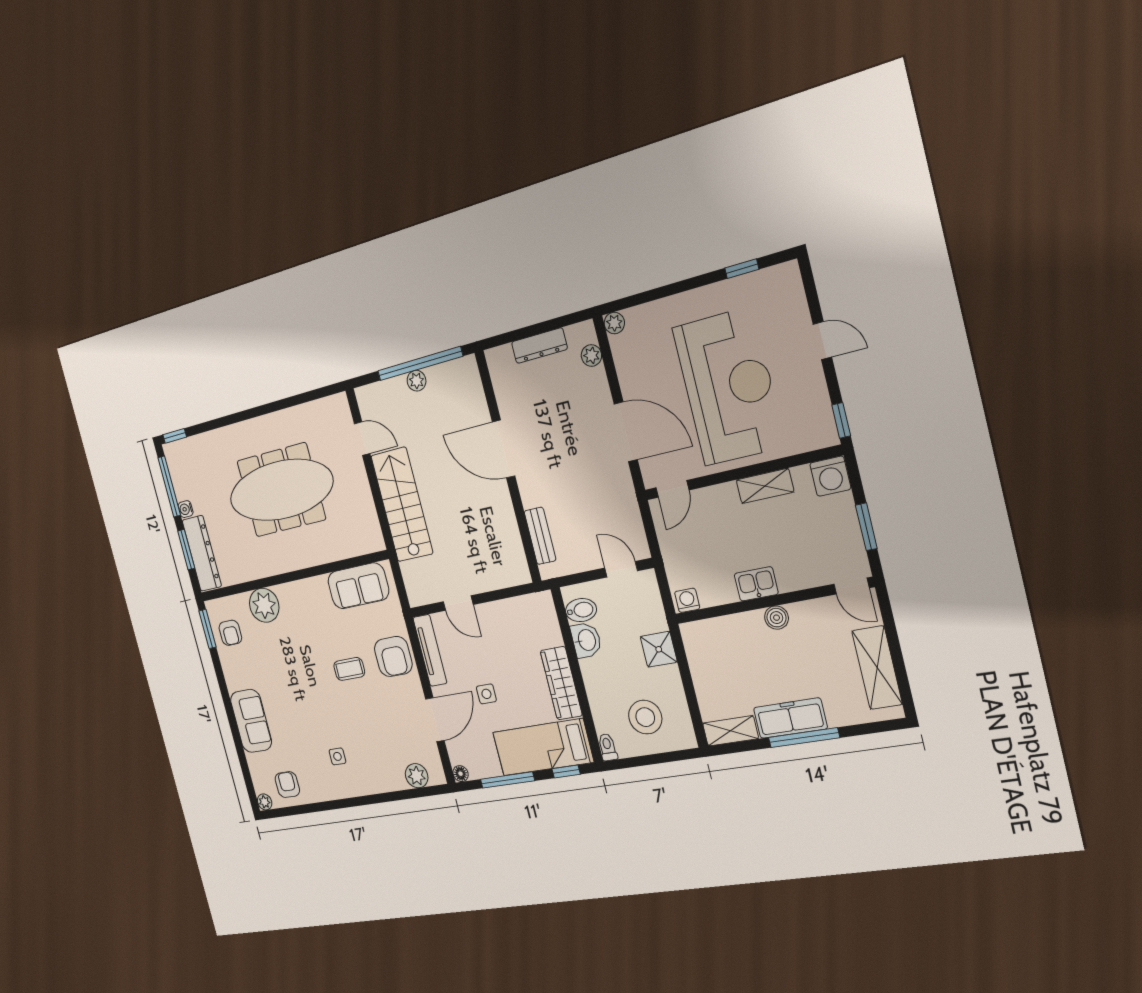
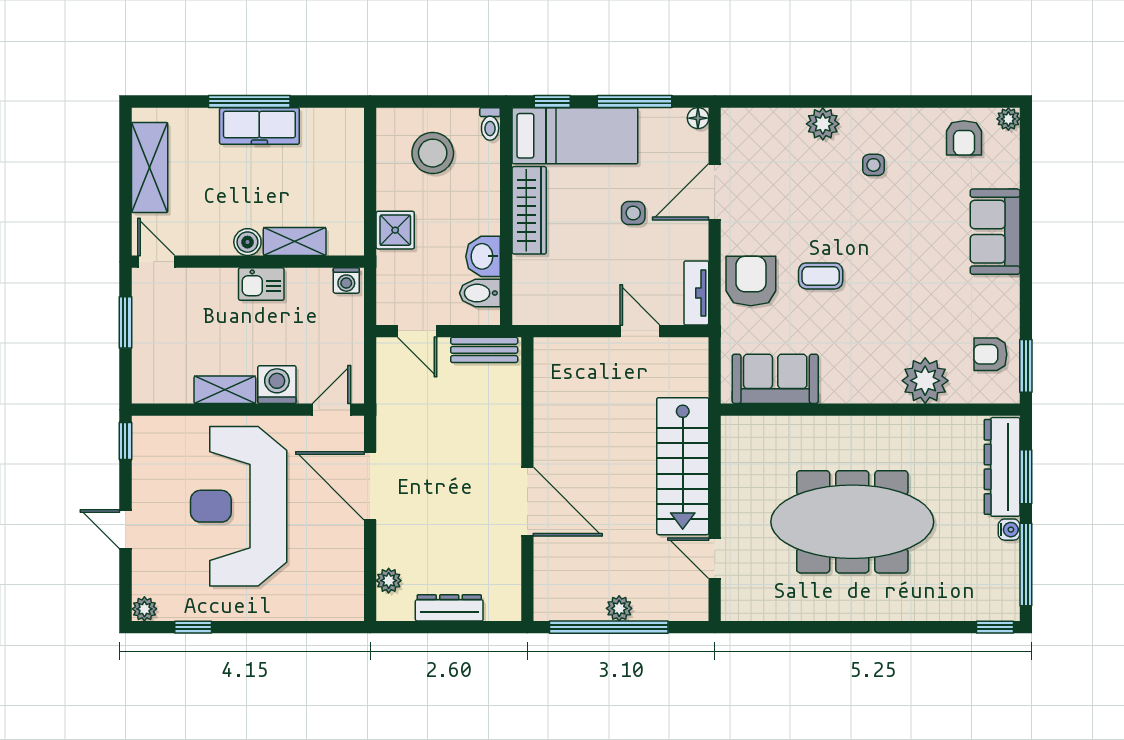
plant: (614, 323) -> (144, 609), moved
washing machine: (830, 476) -> (277, 385), moved
bench: (540, 536) -> (484, 350), moved, turned 90
armchair: (230, 633) -> (990, 354), turned -90
tv unit: (430, 650) -> (696, 293), width x0.71
shelving: (730, 731) -> (295, 241), moved
plant: (417, 776) -> (823, 124), moved

